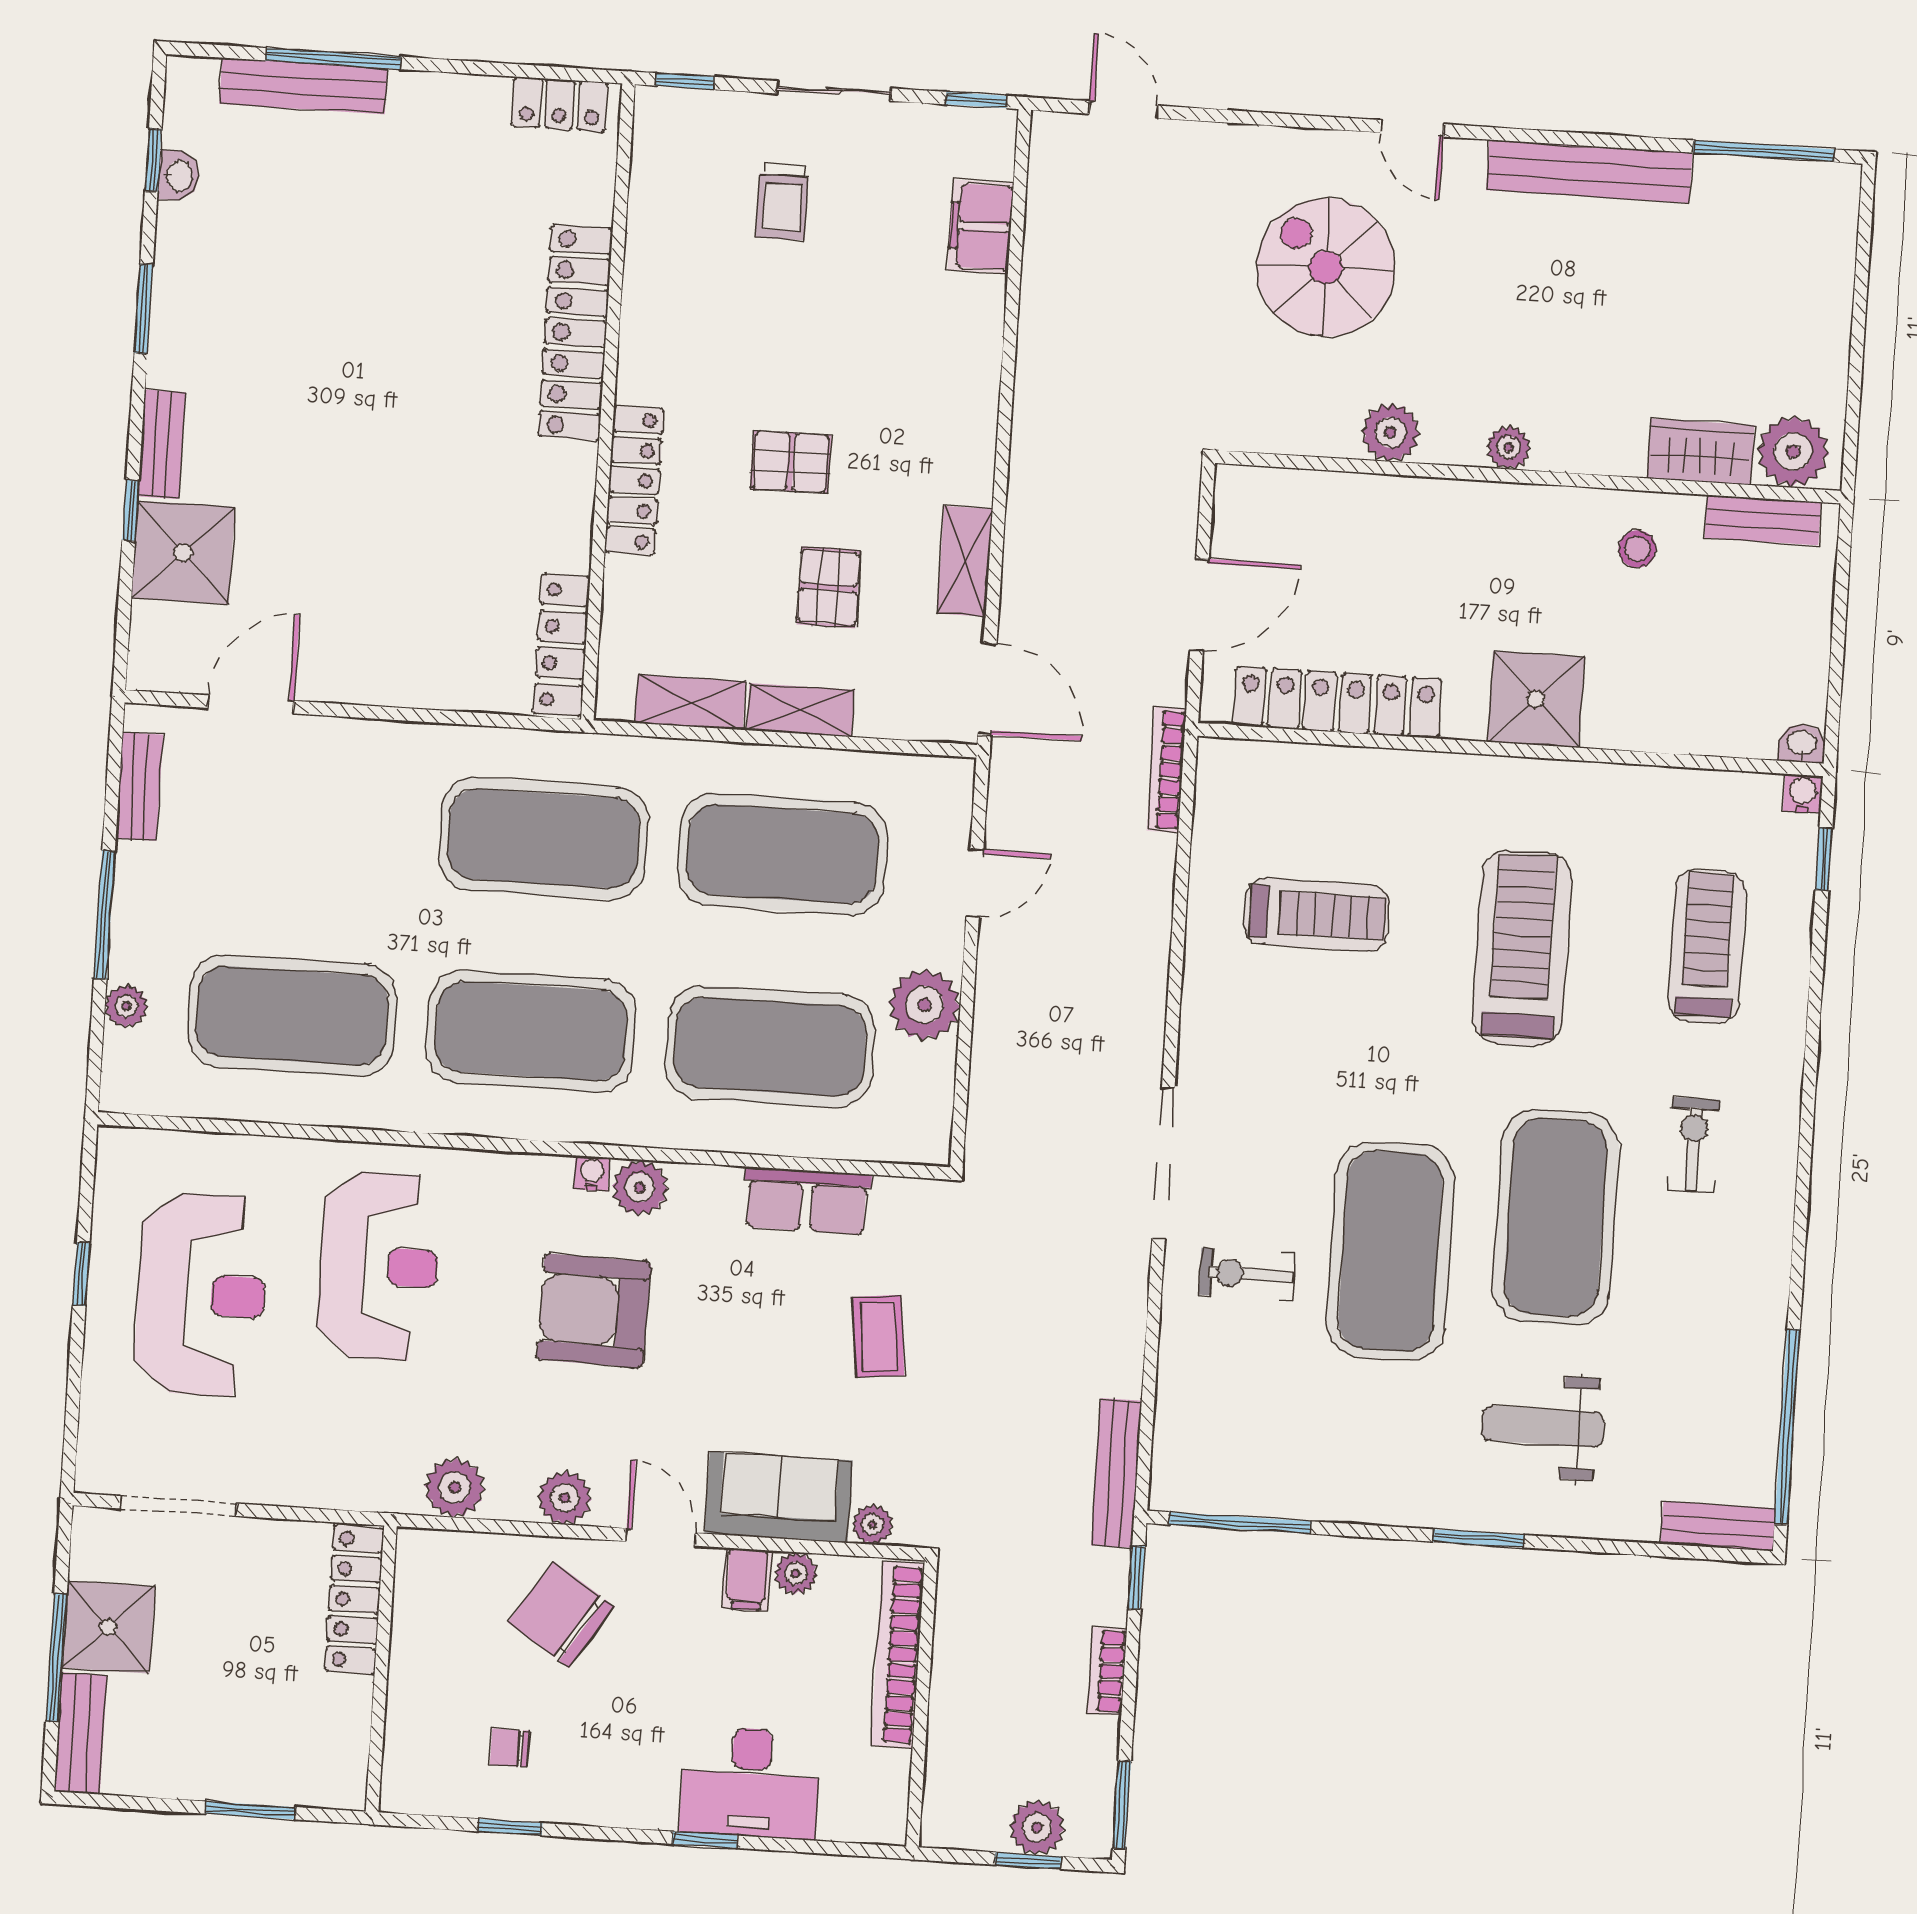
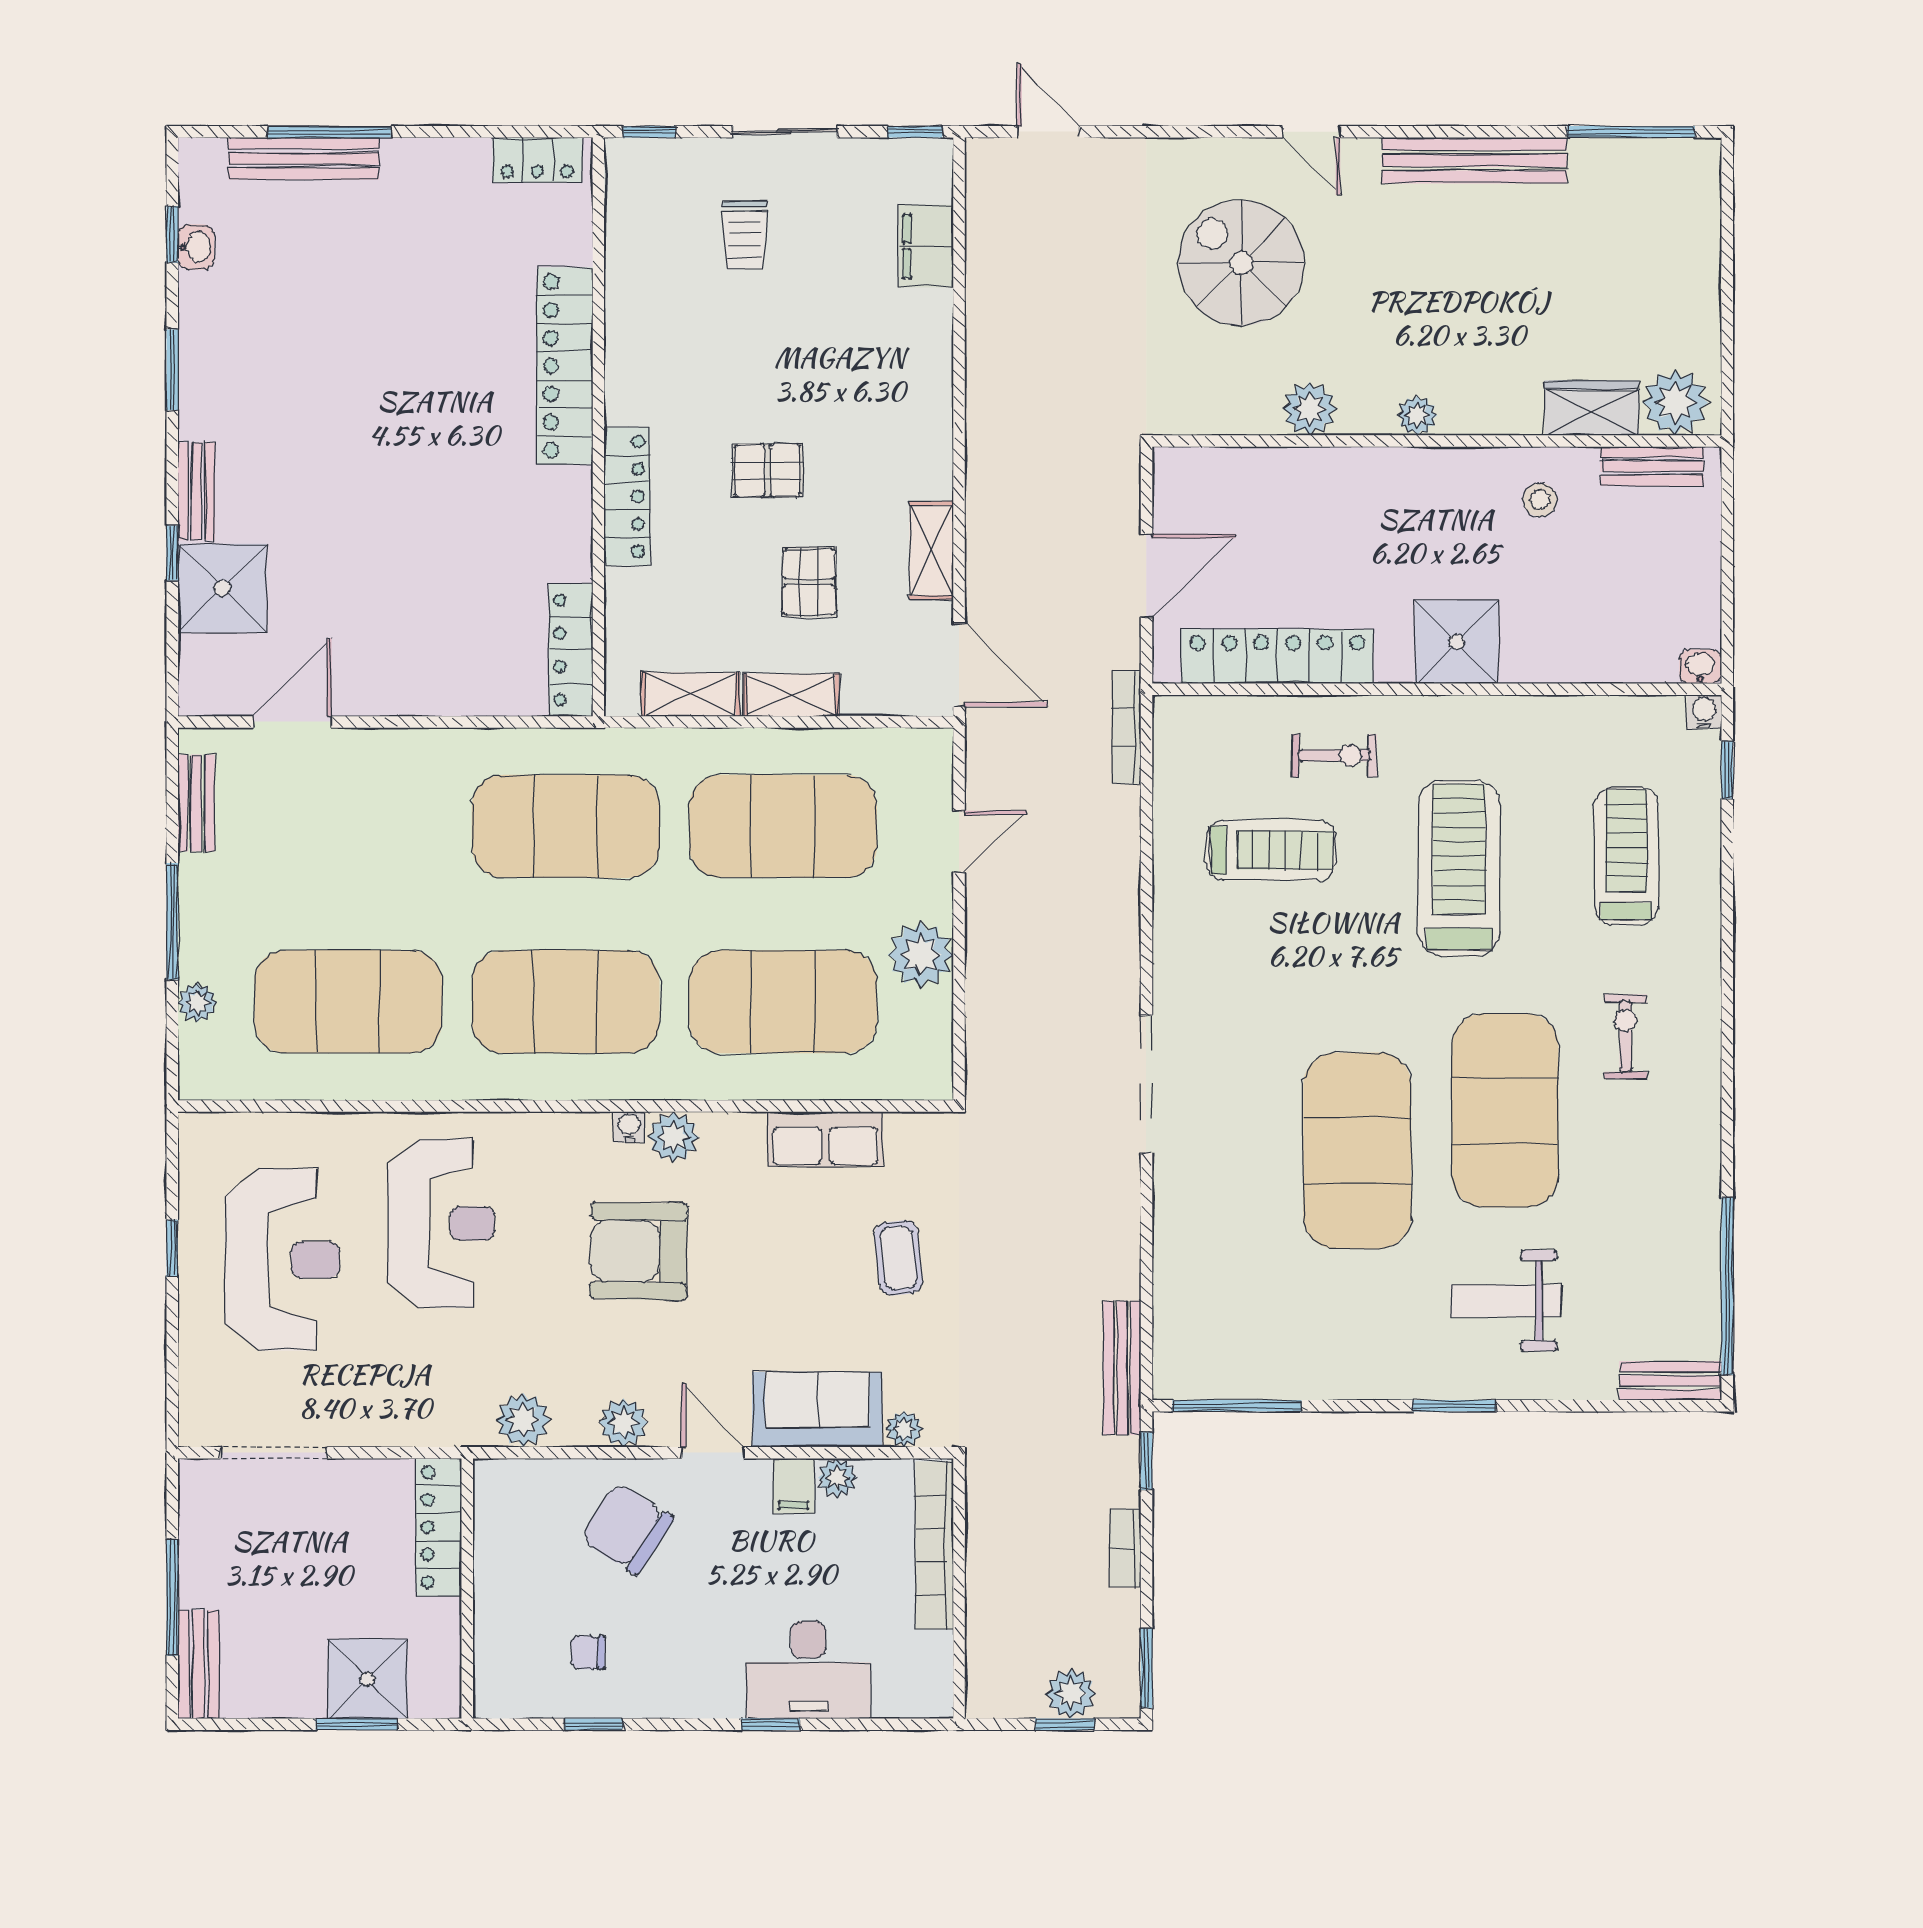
exercise bike: (1247, 1274) -> (1334, 755), moved, turned 180
shower: (108, 1627) -> (368, 1679), moved

